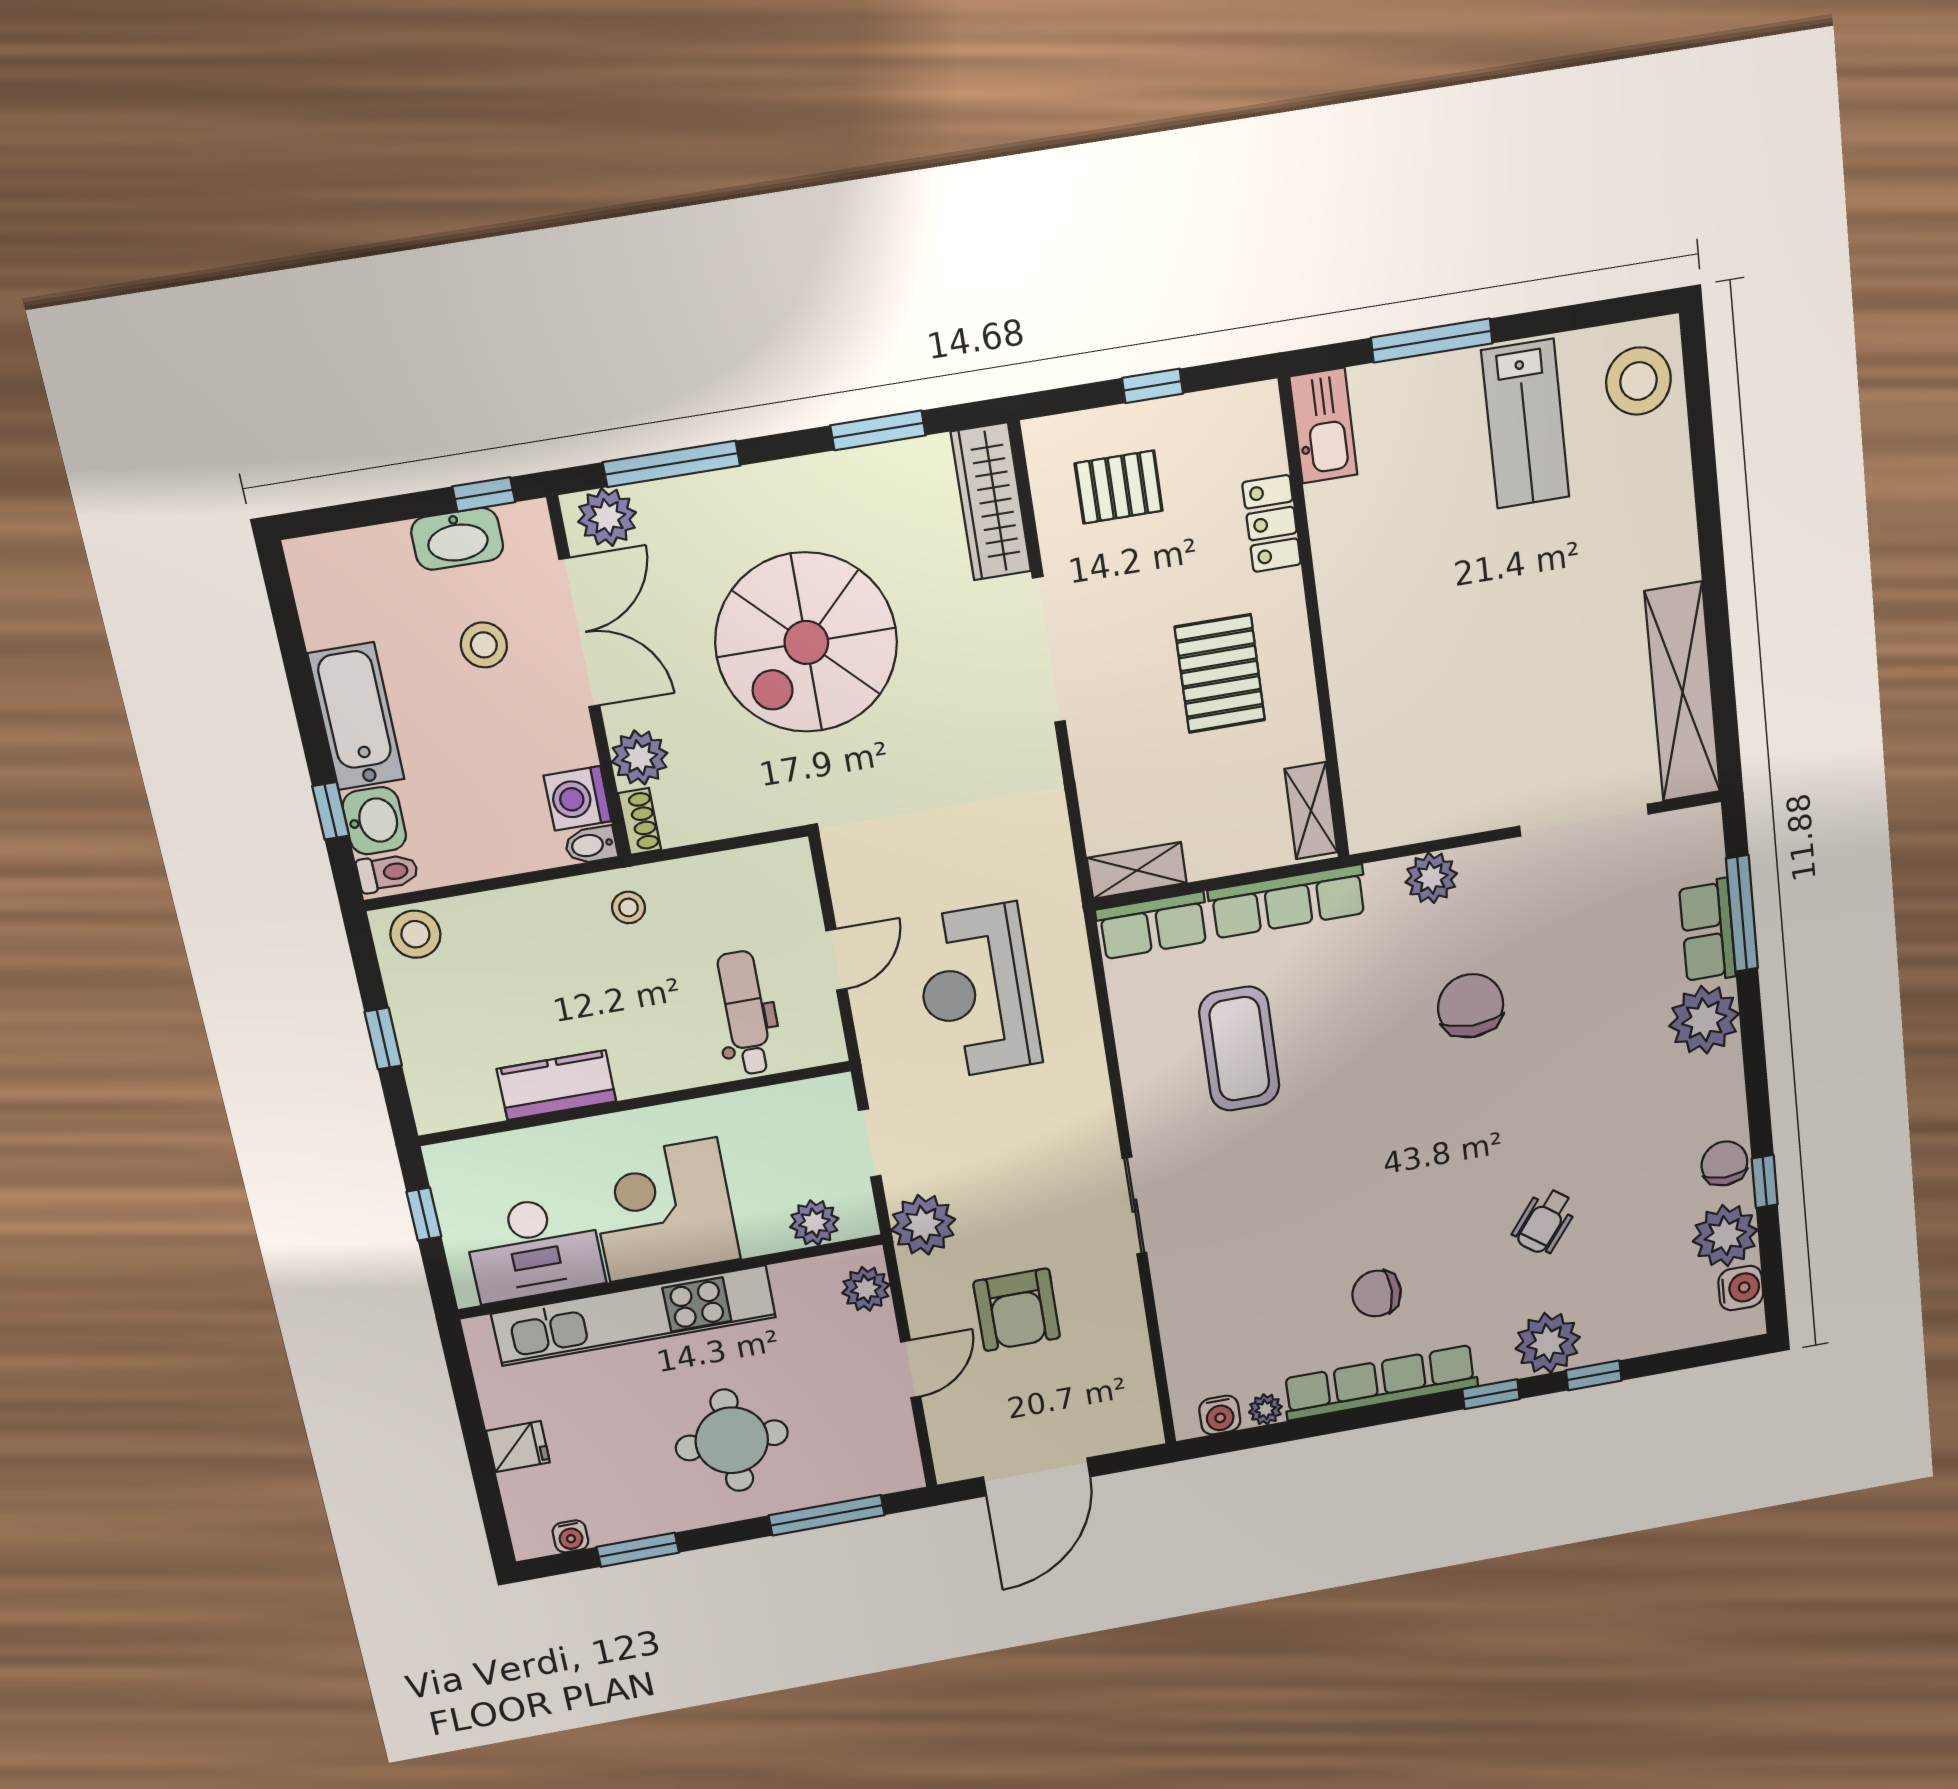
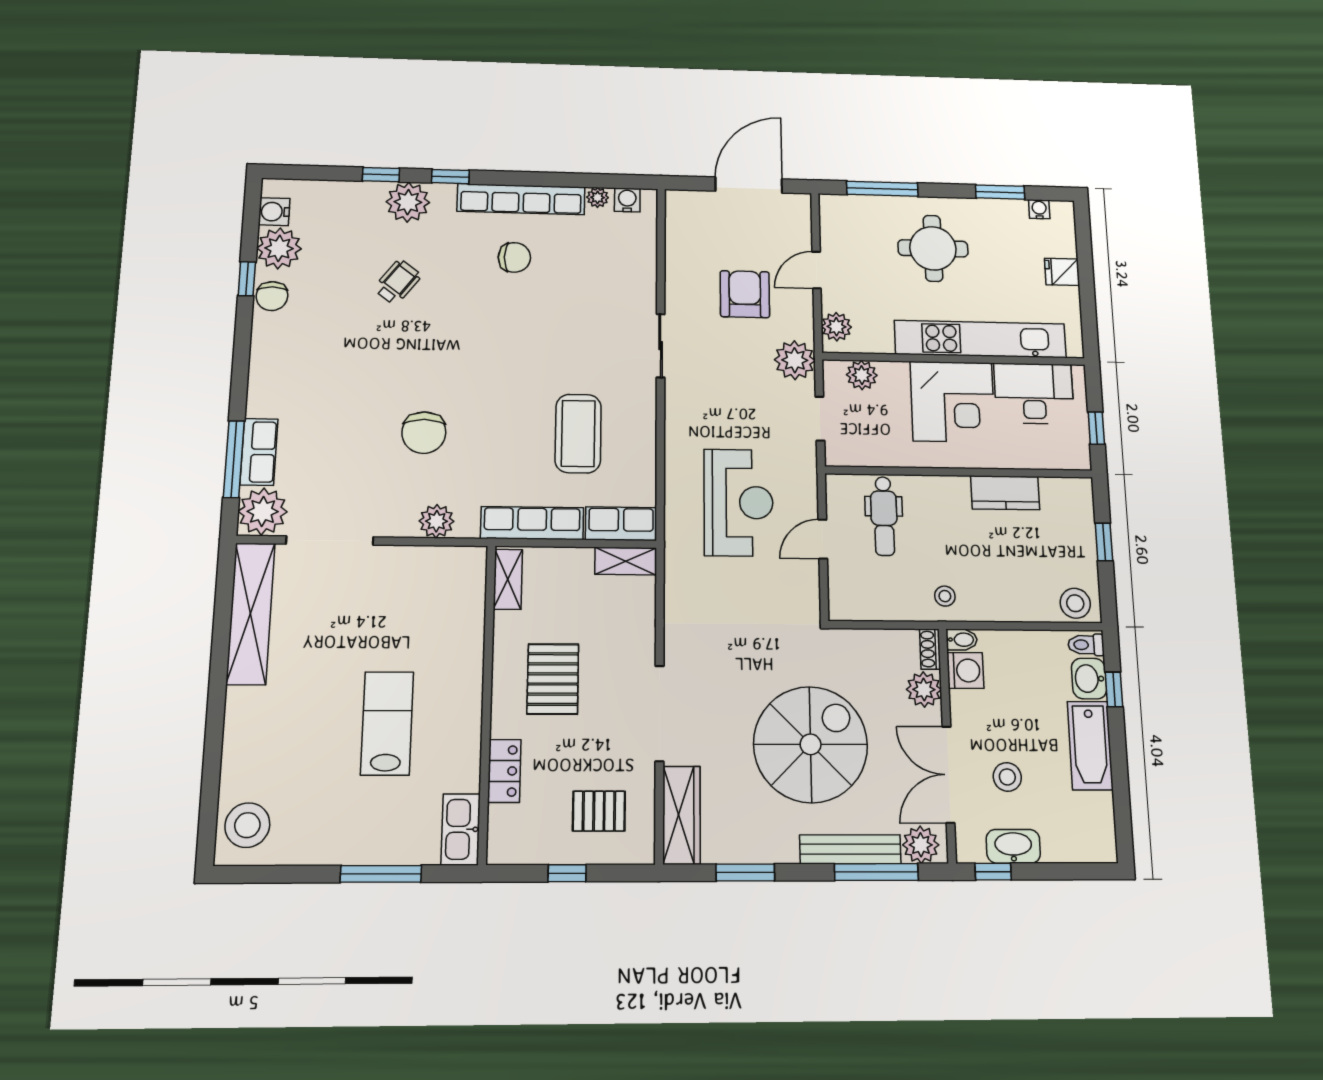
lab bench: (1525, 424) -> (387, 723), moved
bench: (718, 492) -> (850, 849), added
plant: (1704, 1020) -> (263, 512), moved

